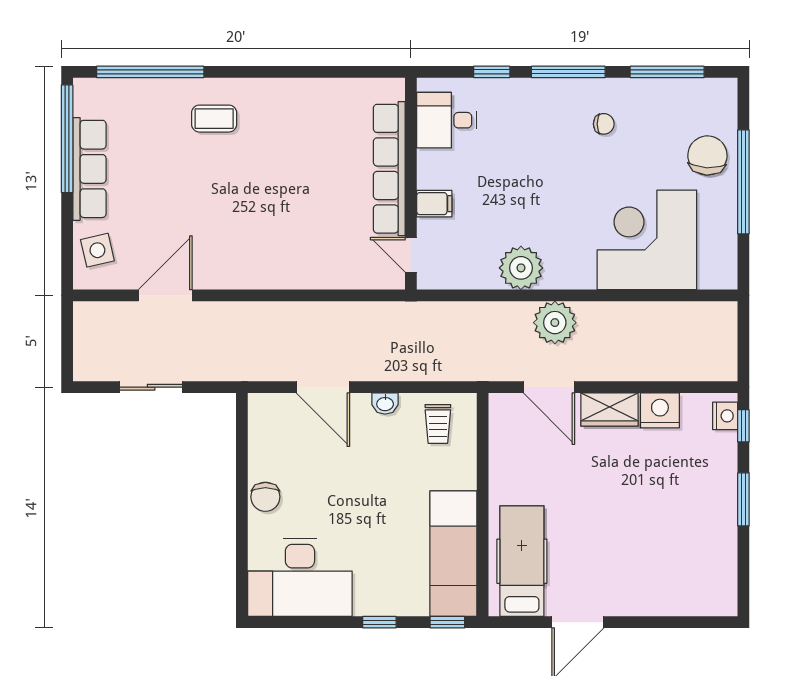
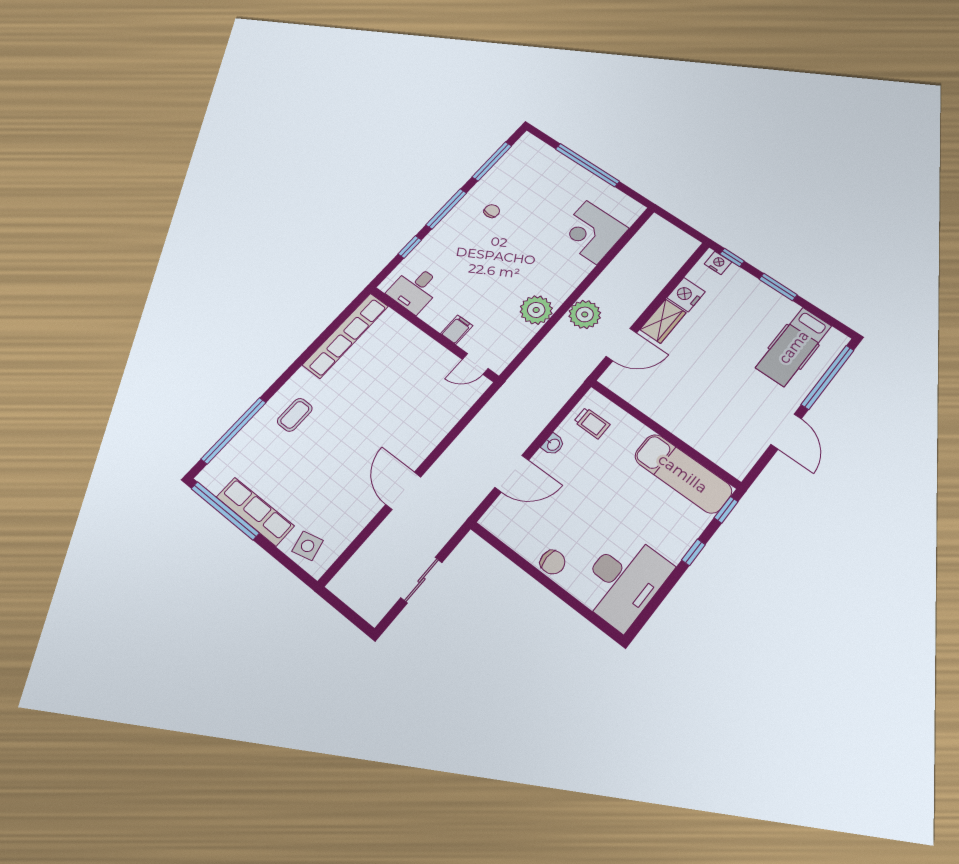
chair: (707, 155) -> (556, 173), removed
row of seats: (389, 169) -> (346, 335), moved, turned -90
corner desk: (647, 240) -> (591, 232), width x0.74, depth x0.74
door: (165, 295) -> (403, 491), moved
hospital bed: (522, 561) -> (794, 347), moved, turned -90
window: (672, 622) -> (828, 377), added

